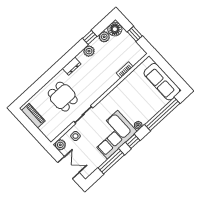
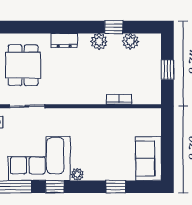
floor lamp: (115, 29) -> (150, 44), removed
sofa: (162, 82) -> (148, 158), width x0.73
window: (162, 114) -> (116, 187), width x0.32

